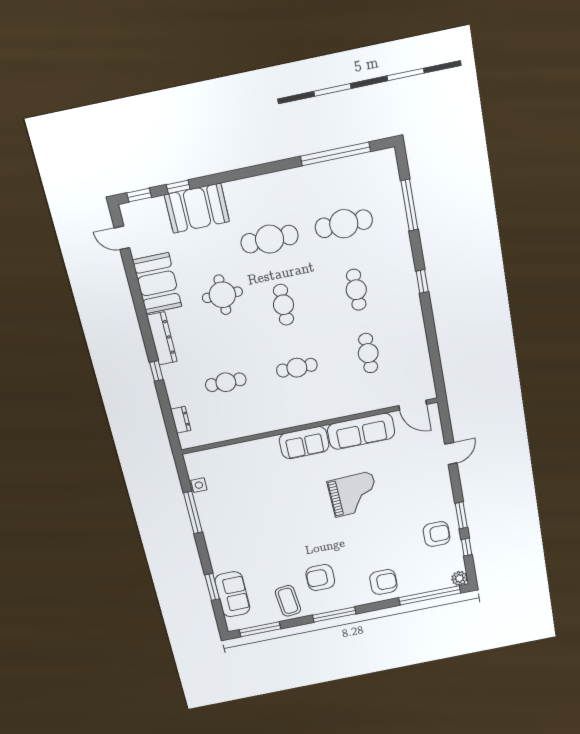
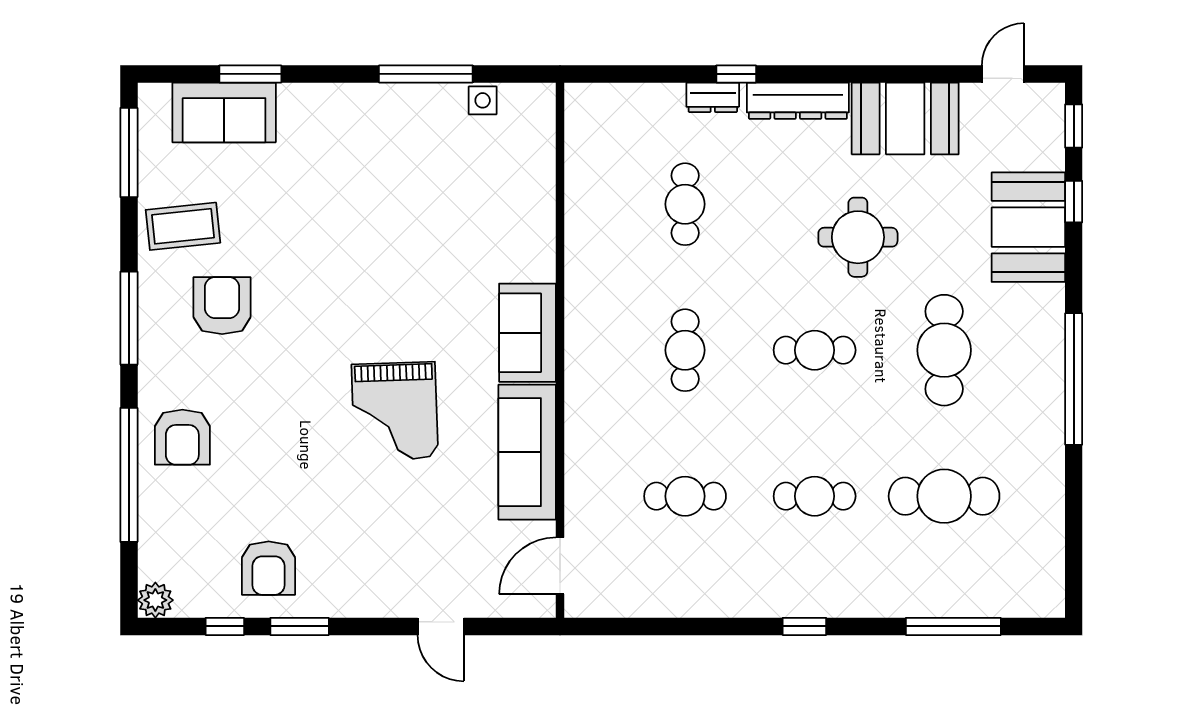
window: (336, 154) -> (1074, 379), moved
cafe table: (344, 224) -> (944, 496), turned 90
dresser: (181, 420) -> (713, 97), moved
window: (430, 595) -> (129, 475), moved

